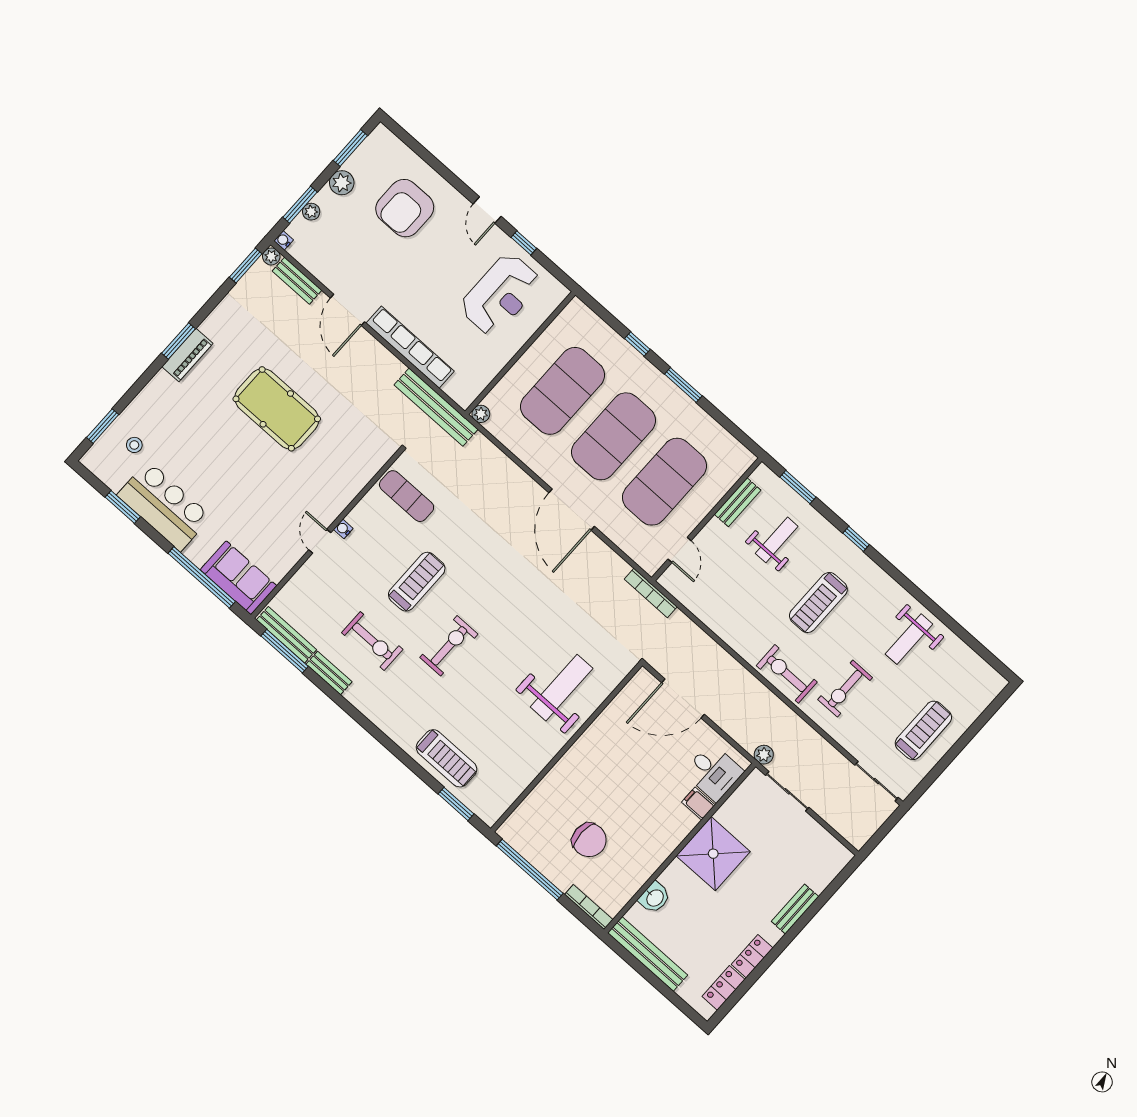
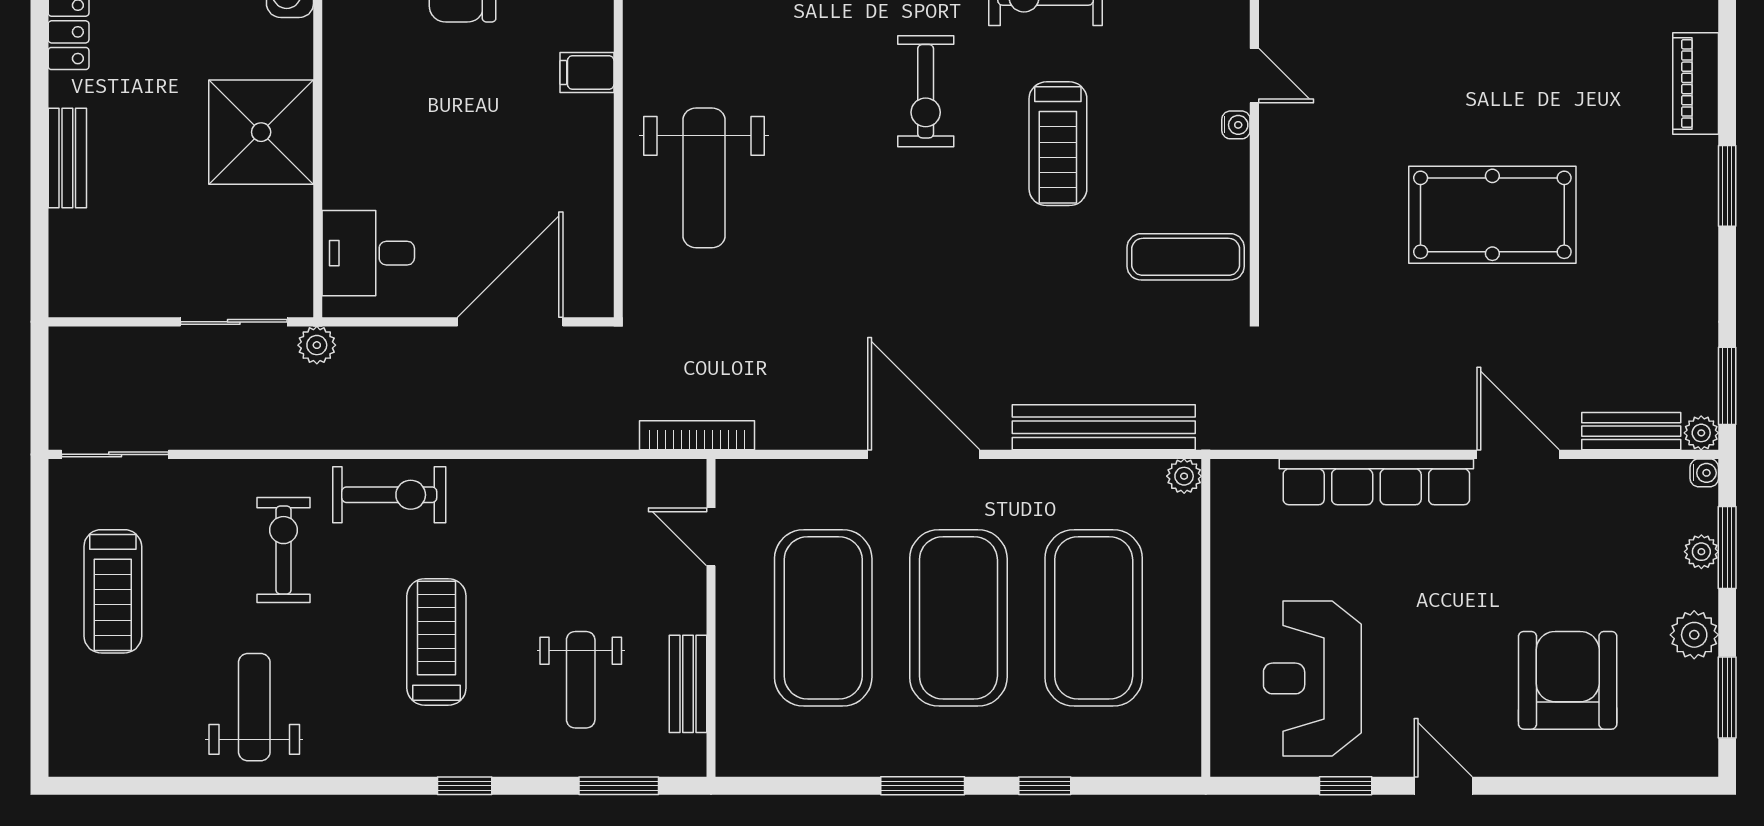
piano: (187, 355) -> (1696, 83), moved
bench: (436, 407) -> (1104, 427), moved
filing cabinet: (698, 803) -> (587, 73), moved, turned 180

